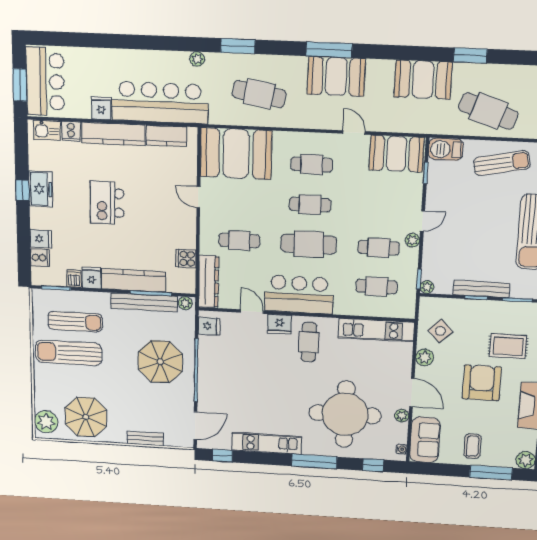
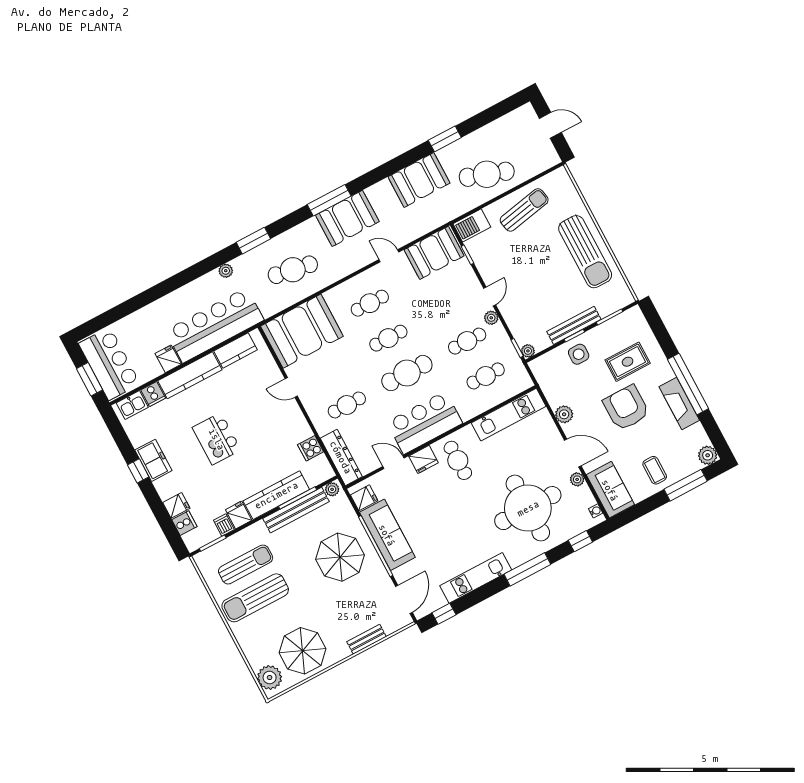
side table: (440, 331) -> (579, 354), moved, turned 45
sofa: (212, 367) -> (387, 535), added

